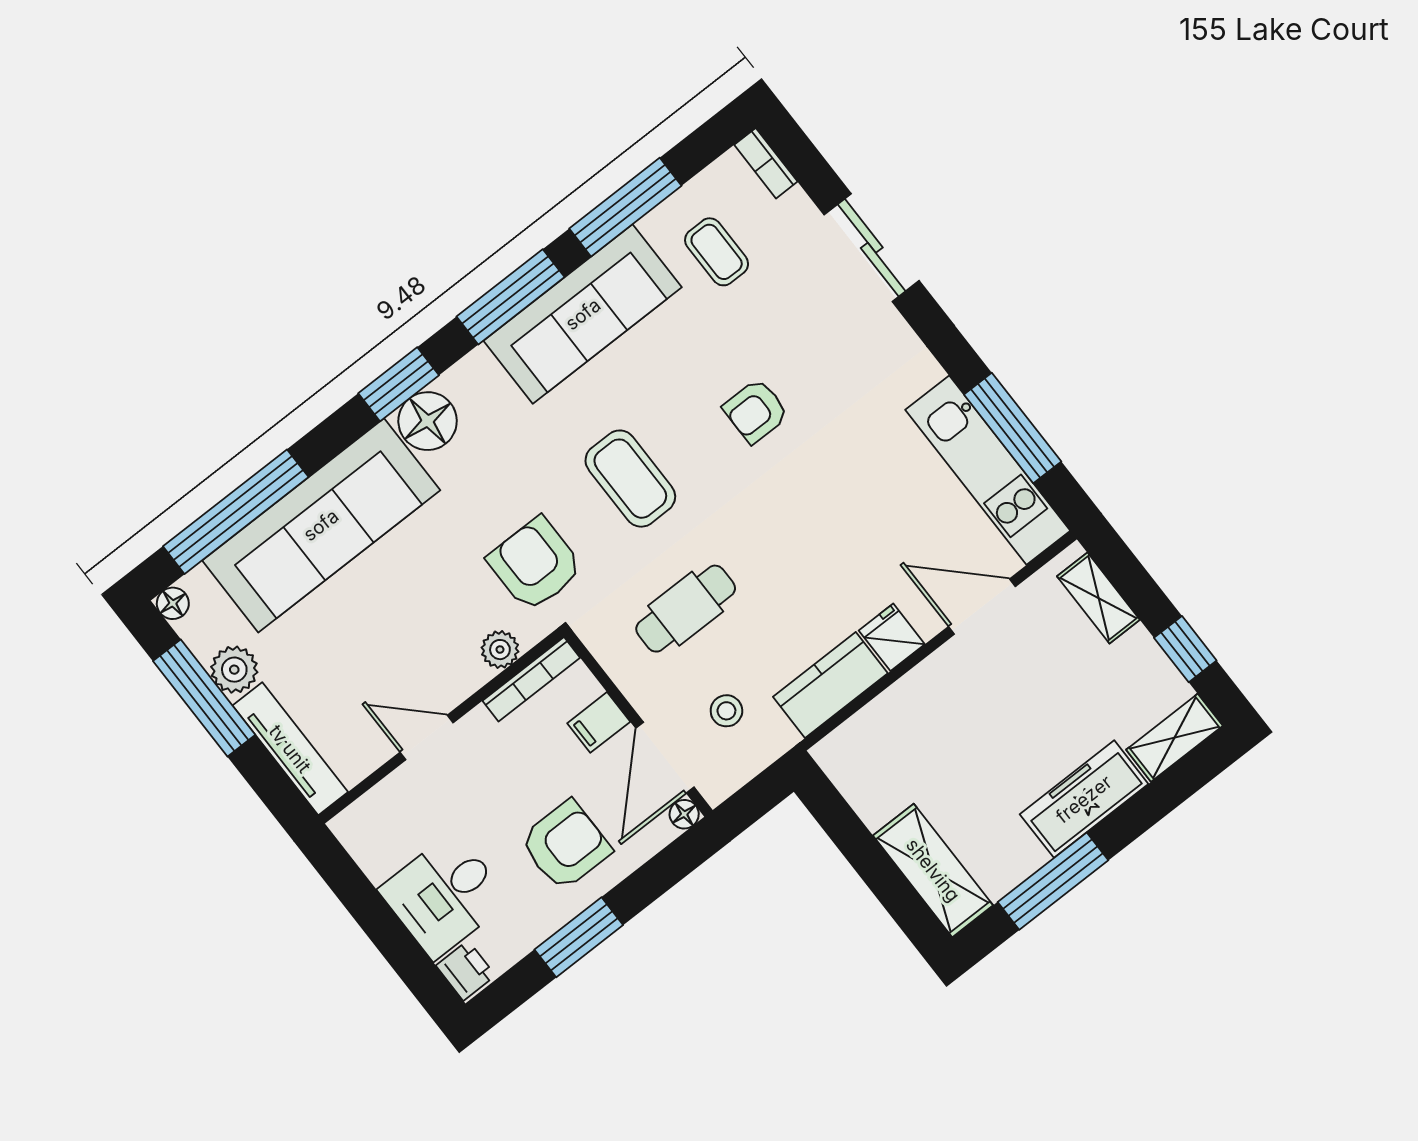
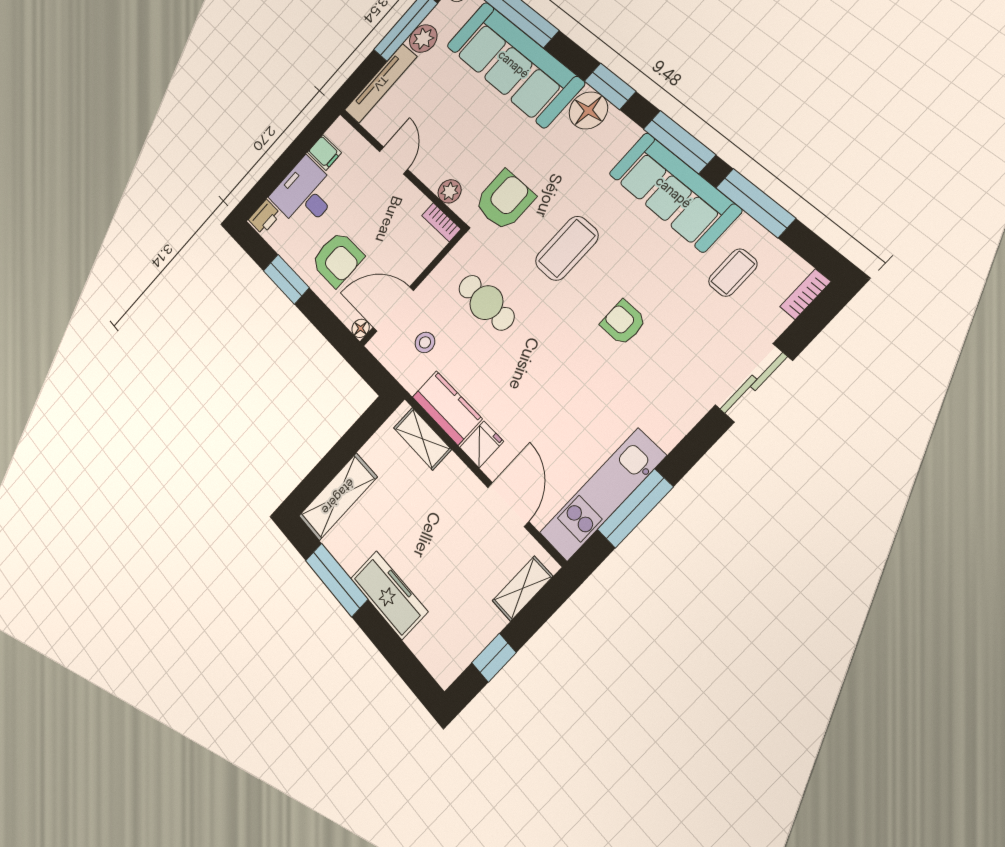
bookcase: (531, 679) -> (441, 222), width x0.64
filing cabinet: (599, 722) -> (324, 152), moved, turned 180
shelving: (1174, 738) -> (422, 439), moved

